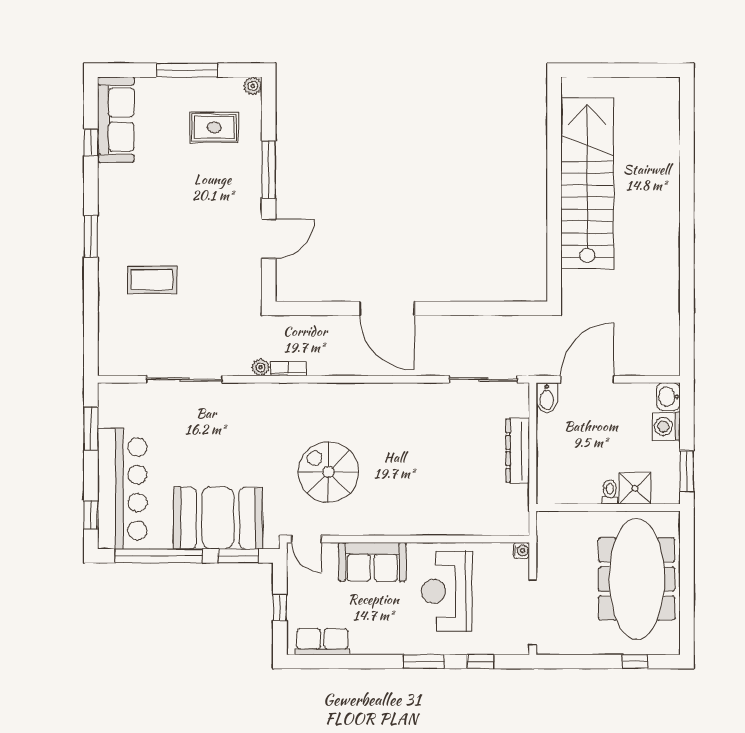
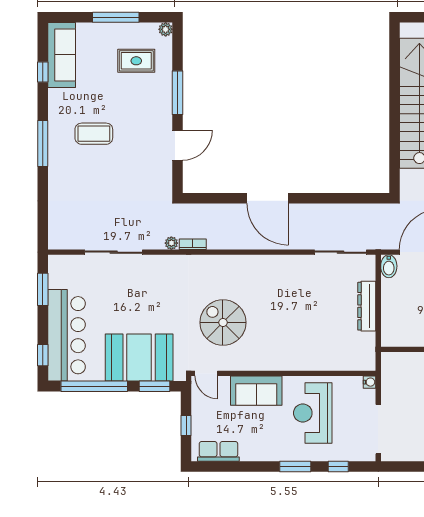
window: (91, 236) -> (43, 144), width x1.44
coffee table: (152, 280) -> (94, 134), moved

